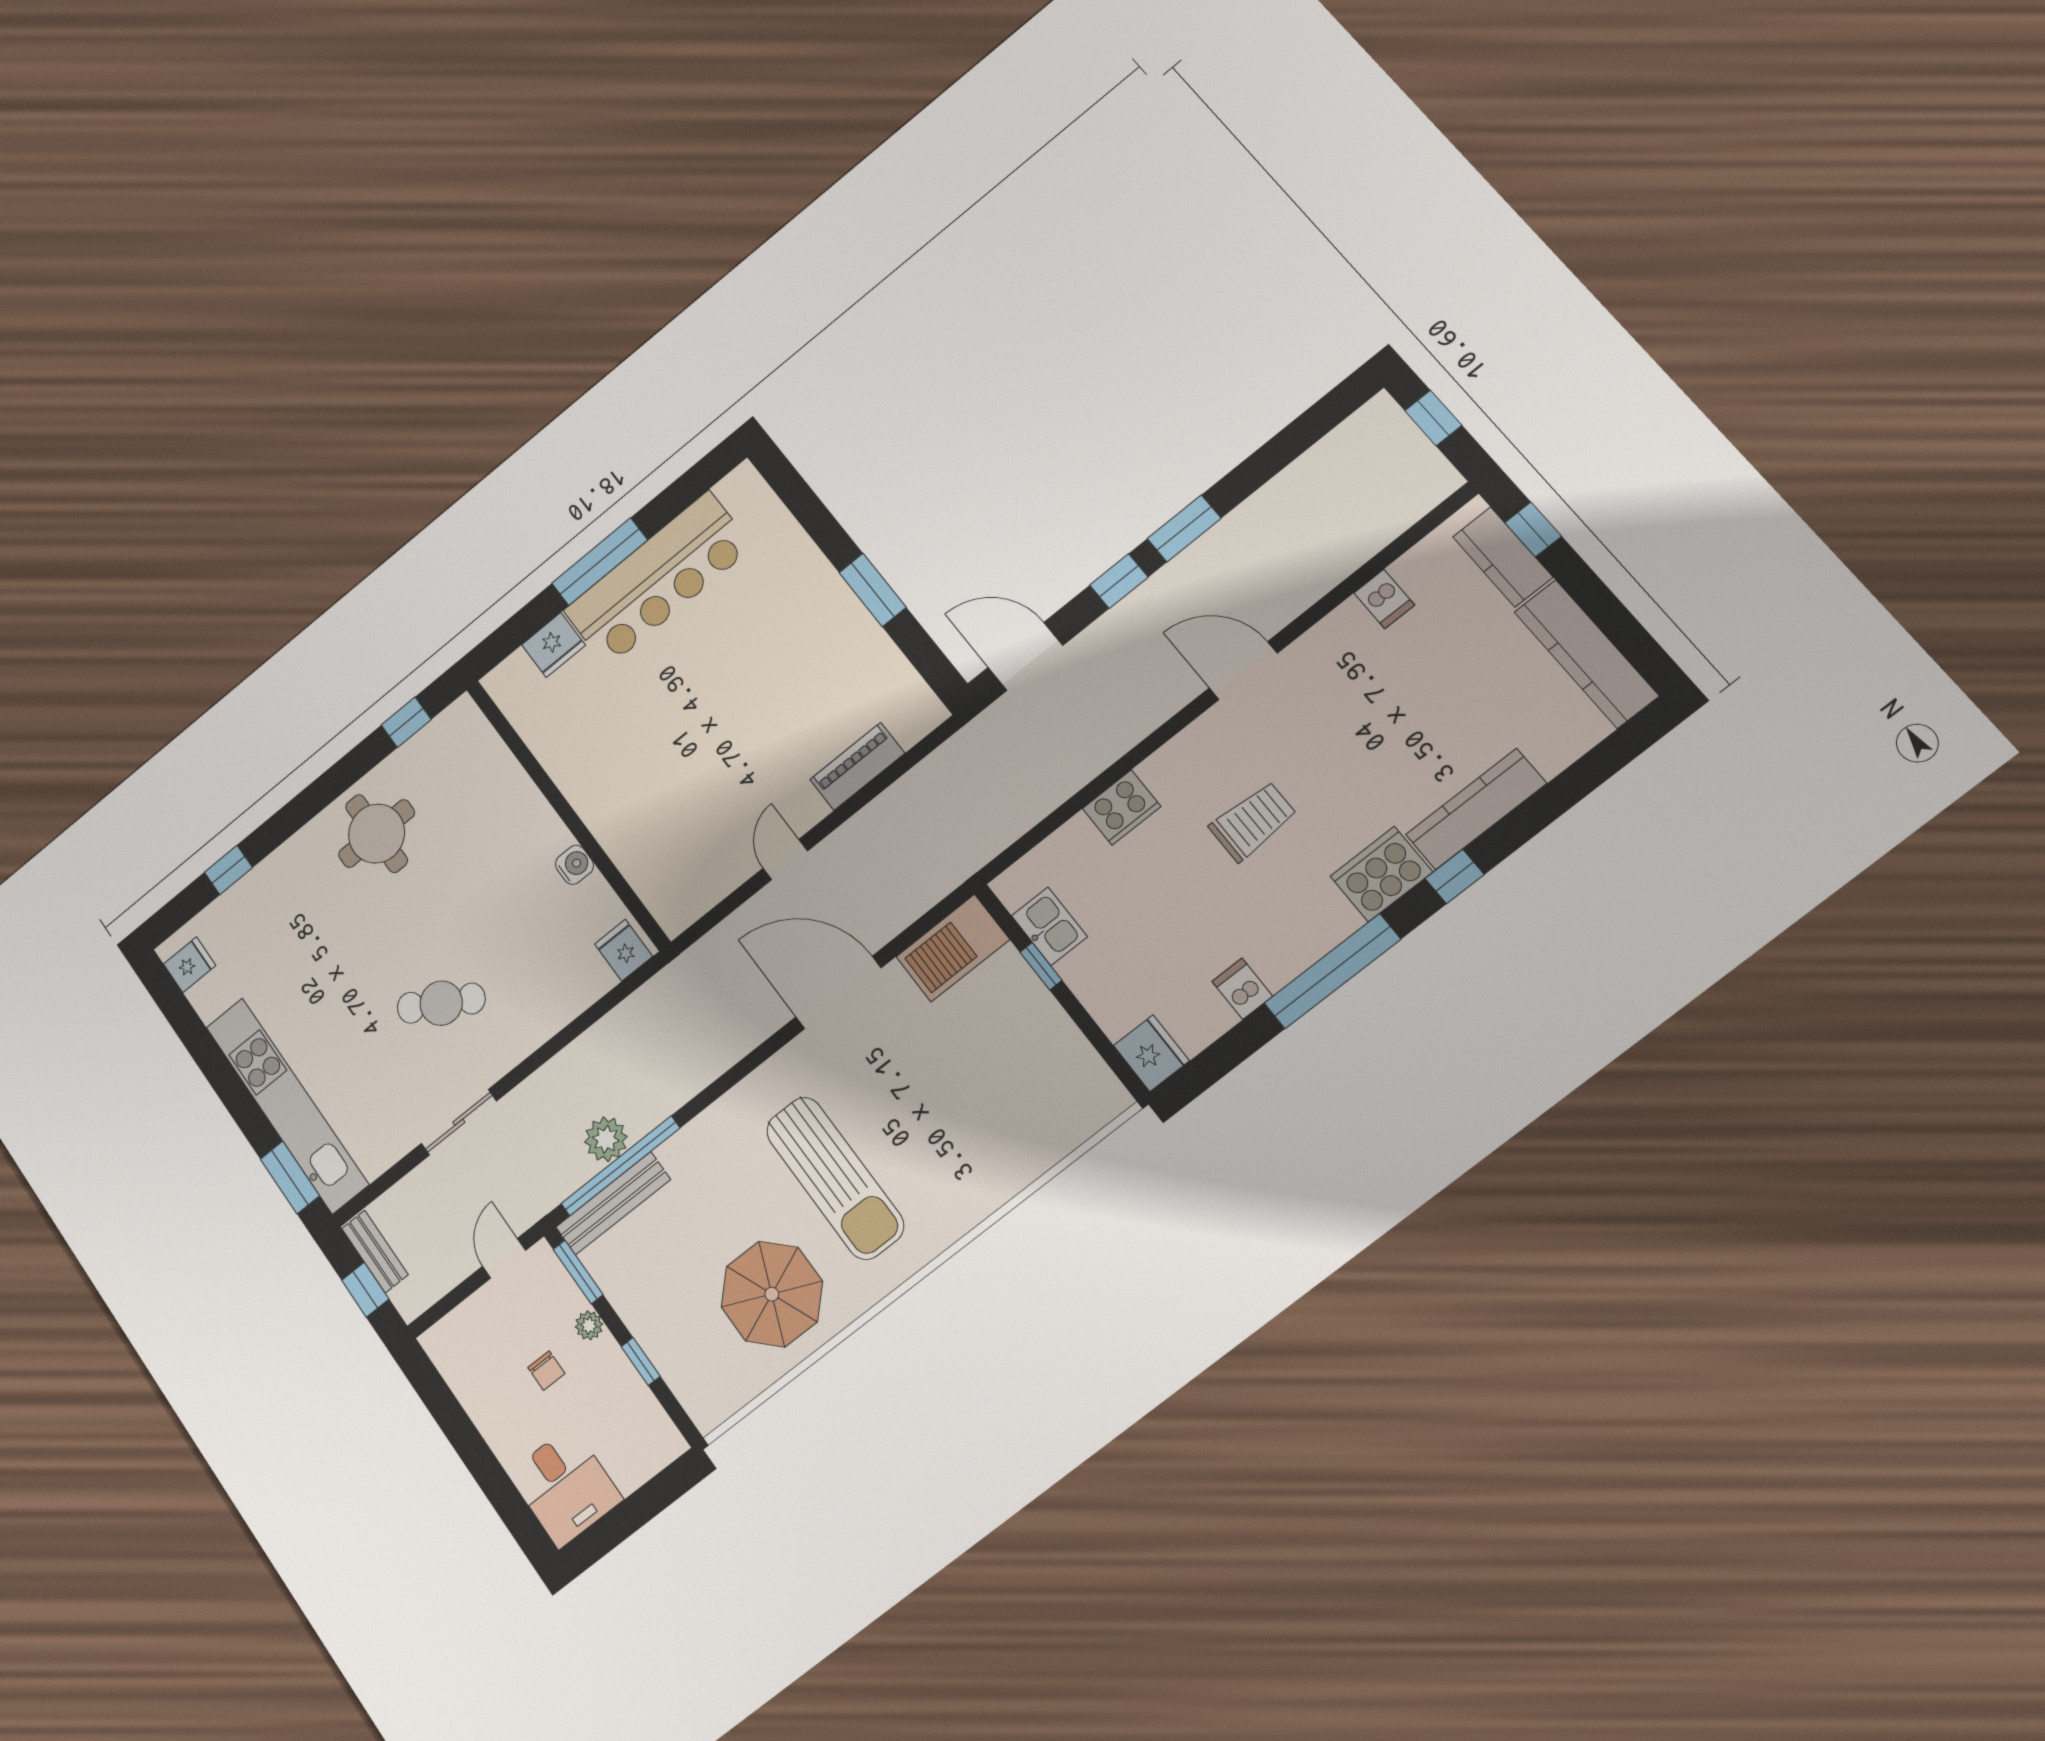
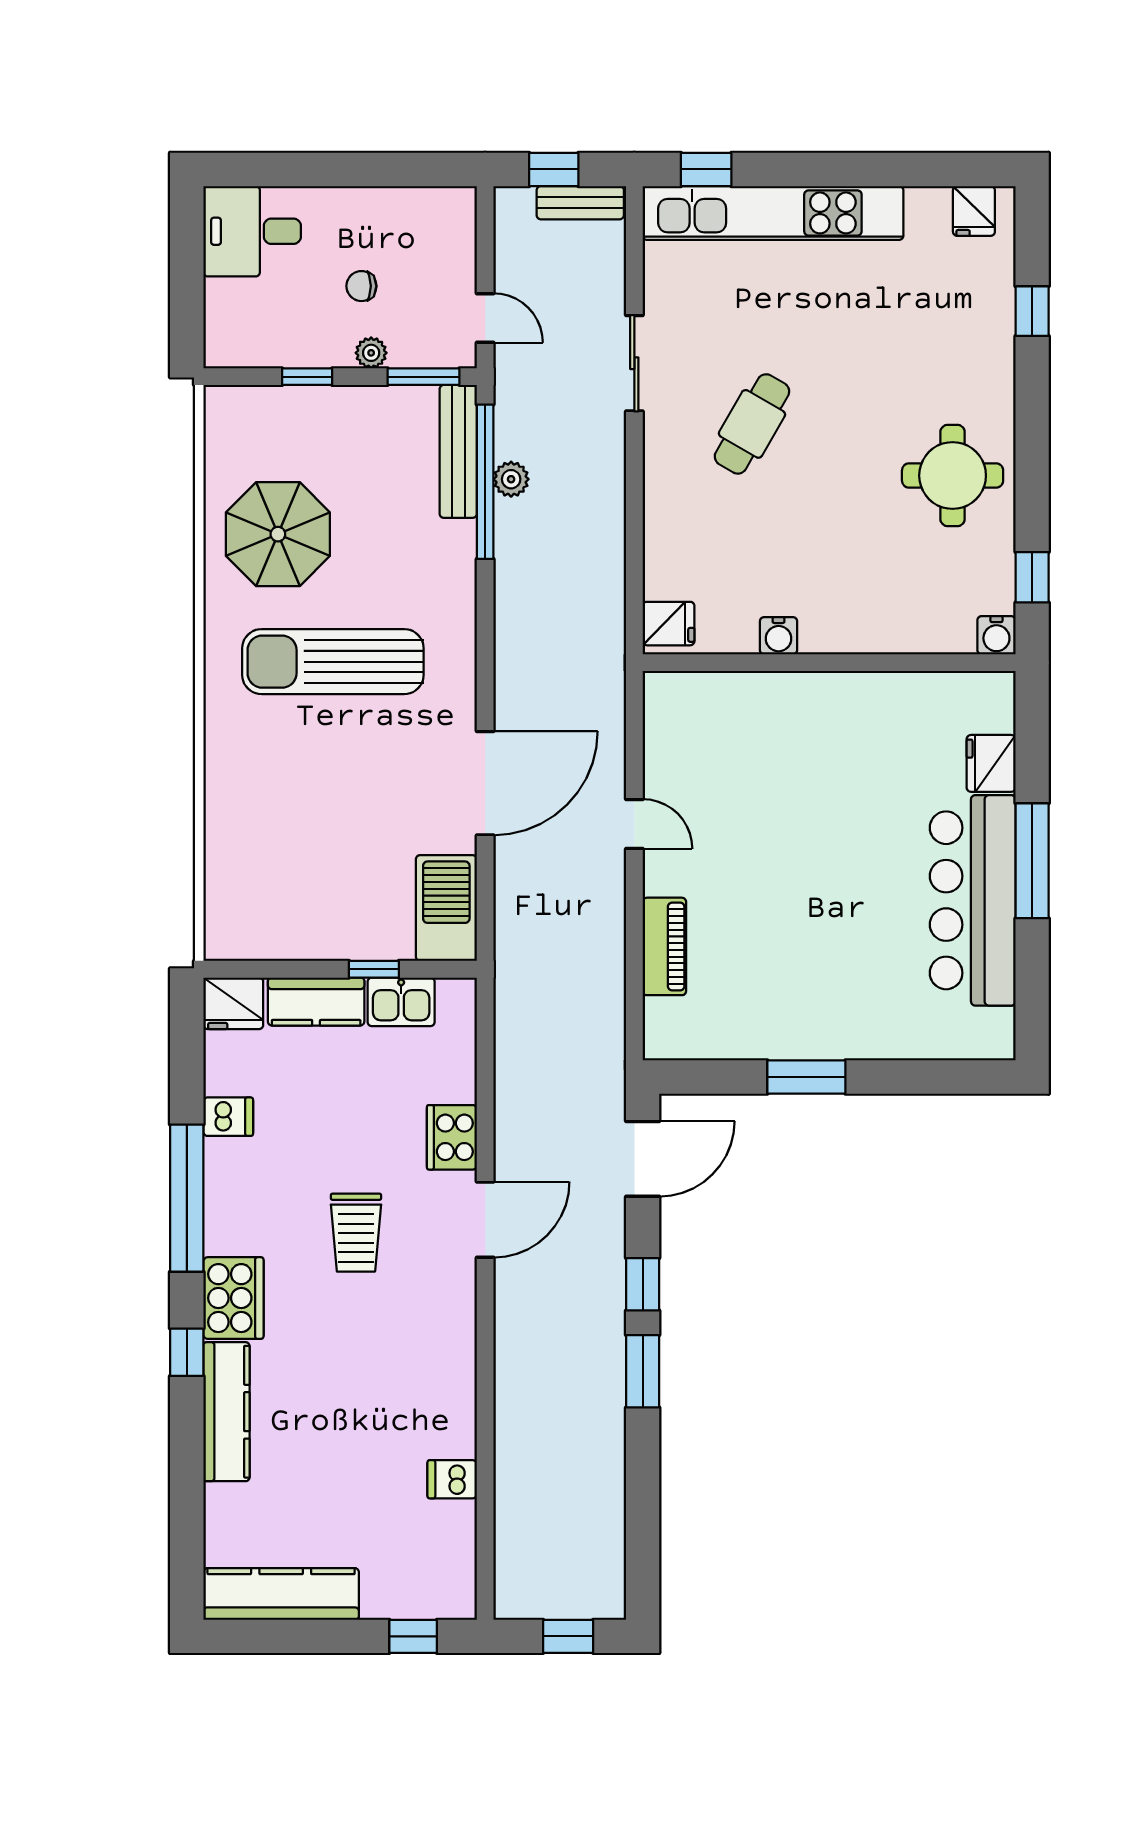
kitchen counter: (1503, 557) -> (316, 1002), moved, turned 180
door: (1243, 671) -> (485, 1220), moved
water cooler: (463, 714) -> (996, 635), added
plant: (606, 1139) -> (511, 479), width x0.73, depth x0.73
window: (290, 1177) -> (706, 169), width x0.67

